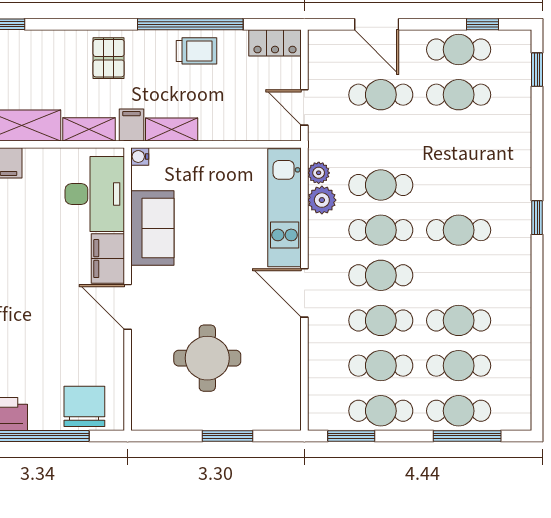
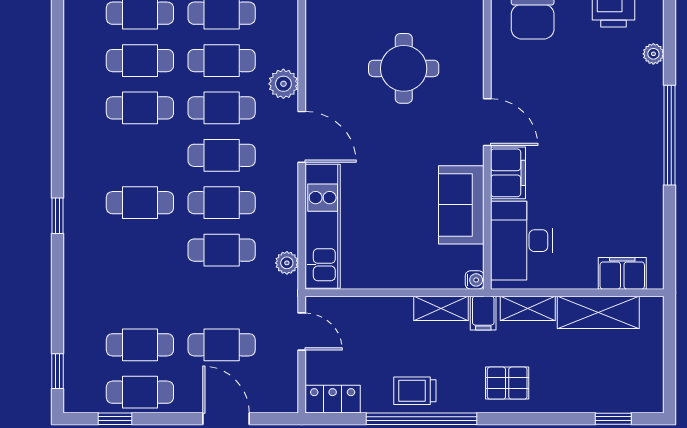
pallet: (109, 58) -> (507, 383), turned 90
plant: (322, 200) -> (283, 84), moved

